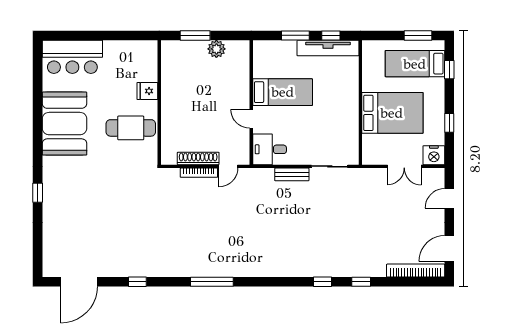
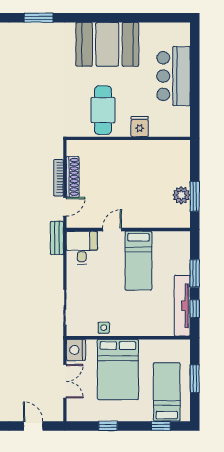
window: (195, 35) -> (195, 196), moved
window: (418, 35) -> (195, 379), moved
bar counter: (72, 57) -> (173, 76), moved
side table: (350, 127) -> (104, 328), added
nightstand: (434, 155) -> (76, 350), moved
door: (228, 166) -> (65, 207), swing flipped
double door: (404, 166) -> (65, 381), swing flipped
bench: (292, 174) -> (57, 238), moved
window: (38, 193) -> (39, 18), width x1.50

